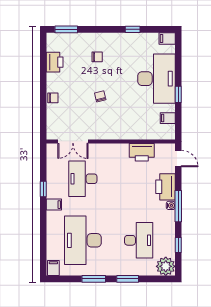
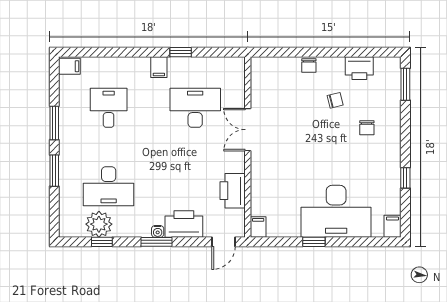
chair: (100, 96) -> (335, 100), moved
filing cabinet: (168, 118) -> (258, 227), moved
double door: (73, 141) -> (248, 130), moved
window: (178, 206) -> (157, 242), width x0.69
desk: (83, 240) -> (109, 108), width x0.53, depth x0.77
plant: (166, 266) -> (99, 224), moved

